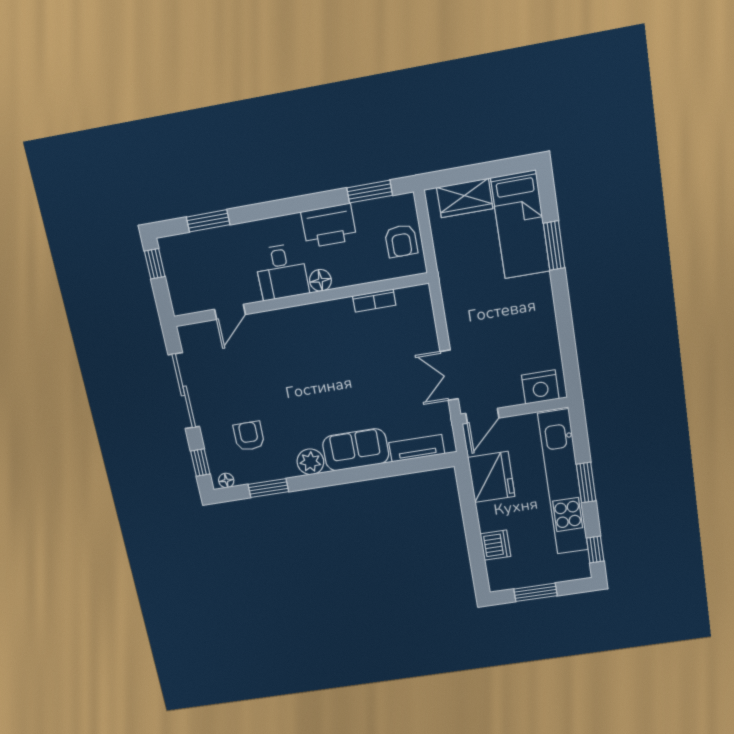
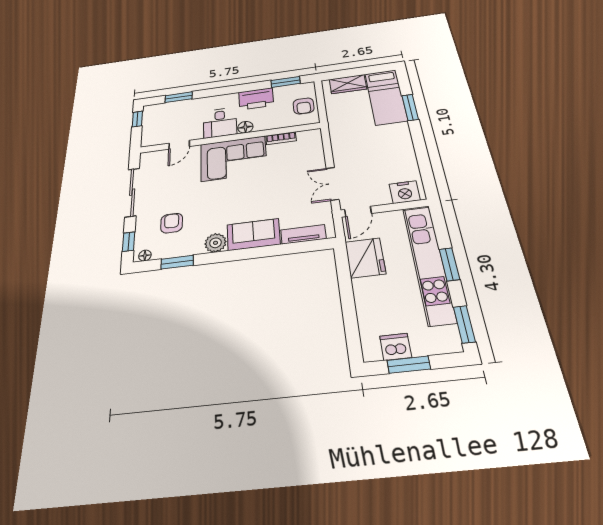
corner sofa: (312, 335) -> (233, 158), added
dishwasher: (495, 545) -> (396, 347), moved, turned -90
window: (595, 550) -> (464, 324), width x1.50

